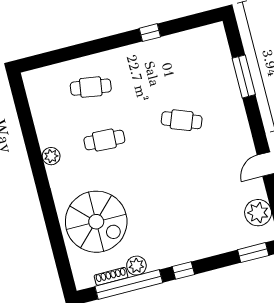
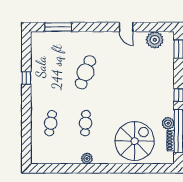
window: (244, 76) -> (58, 27), moved
cafe table: (182, 120) -> (86, 72), width x1.37, depth x1.35

